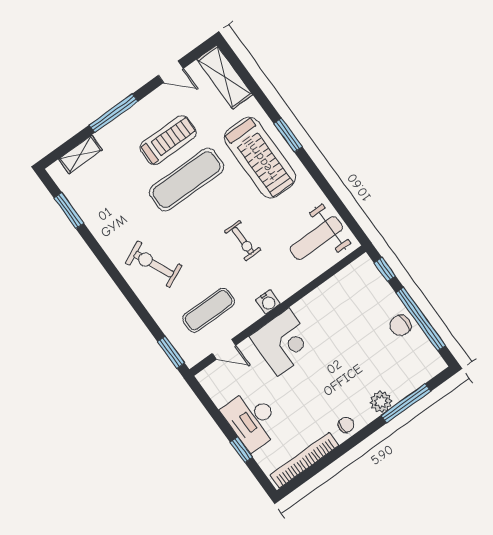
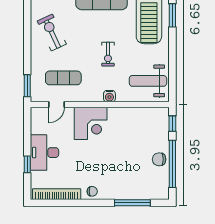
water cooler: (268, 302) -> (109, 96), moved
door: (224, 349) -> (56, 105), hinge flipped
plant: (381, 402) -> (120, 192), removed

